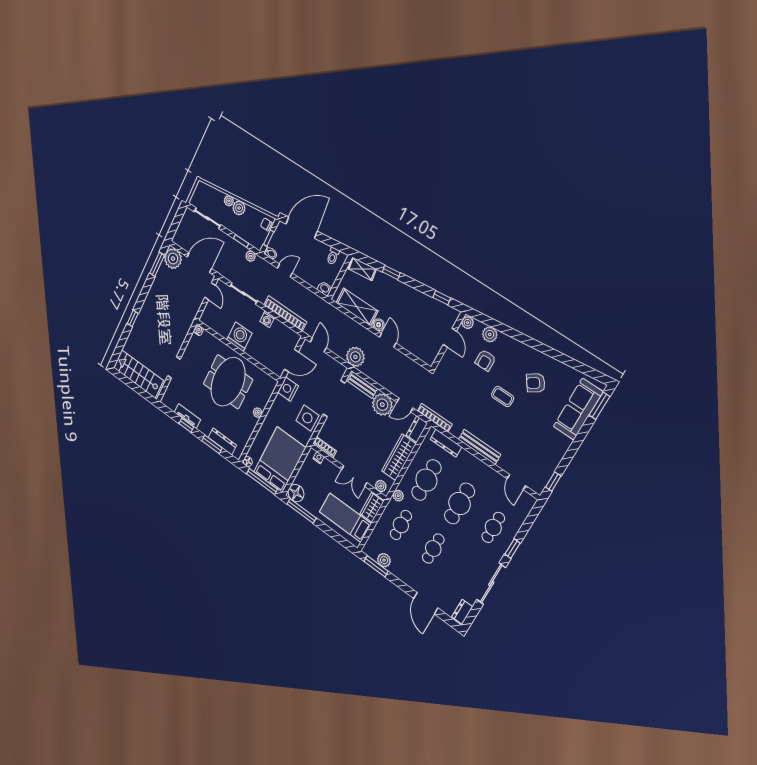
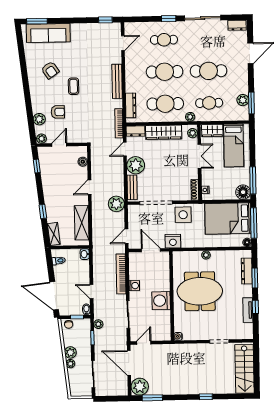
boiler: (379, 325) -> (83, 162), moved
door: (405, 405) -> (125, 149), swing flipped
cafe table: (433, 549) -> (209, 71), width x1.37, depth x1.35

